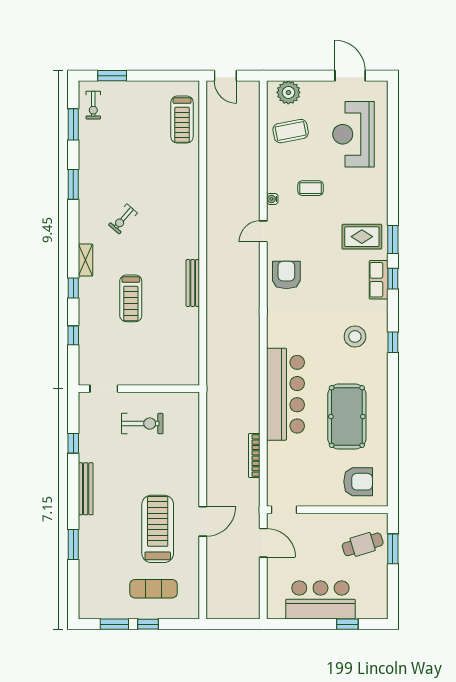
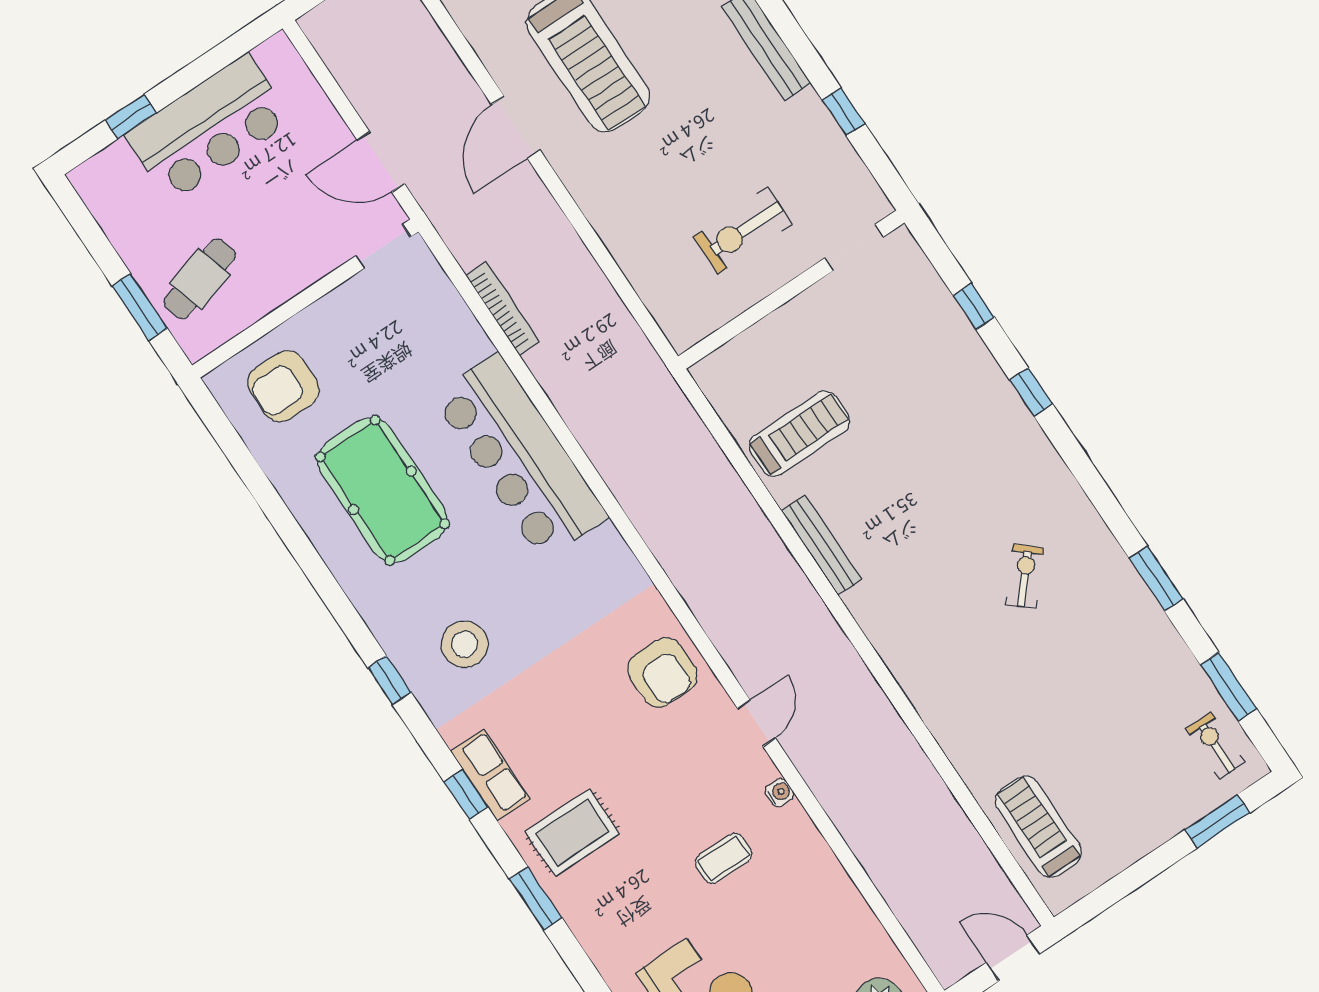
coffee table: (291, 131) -> (828, 937), removed
window: (393, 239) -> (536, 899), moved
shelving: (86, 260) -> (1043, 457), removed
treadmill: (131, 298) -> (799, 434), moved, turned 90

